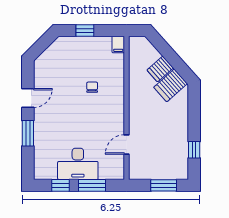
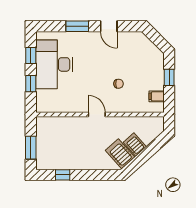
filing cabinet: (118, 45) -> (157, 96), moved
door: (127, 144) -> (97, 115), moved
desk: (78, 164) -> (54, 64), width x1.36, depth x1.30
window: (92, 185) -> (31, 84), width x0.67

